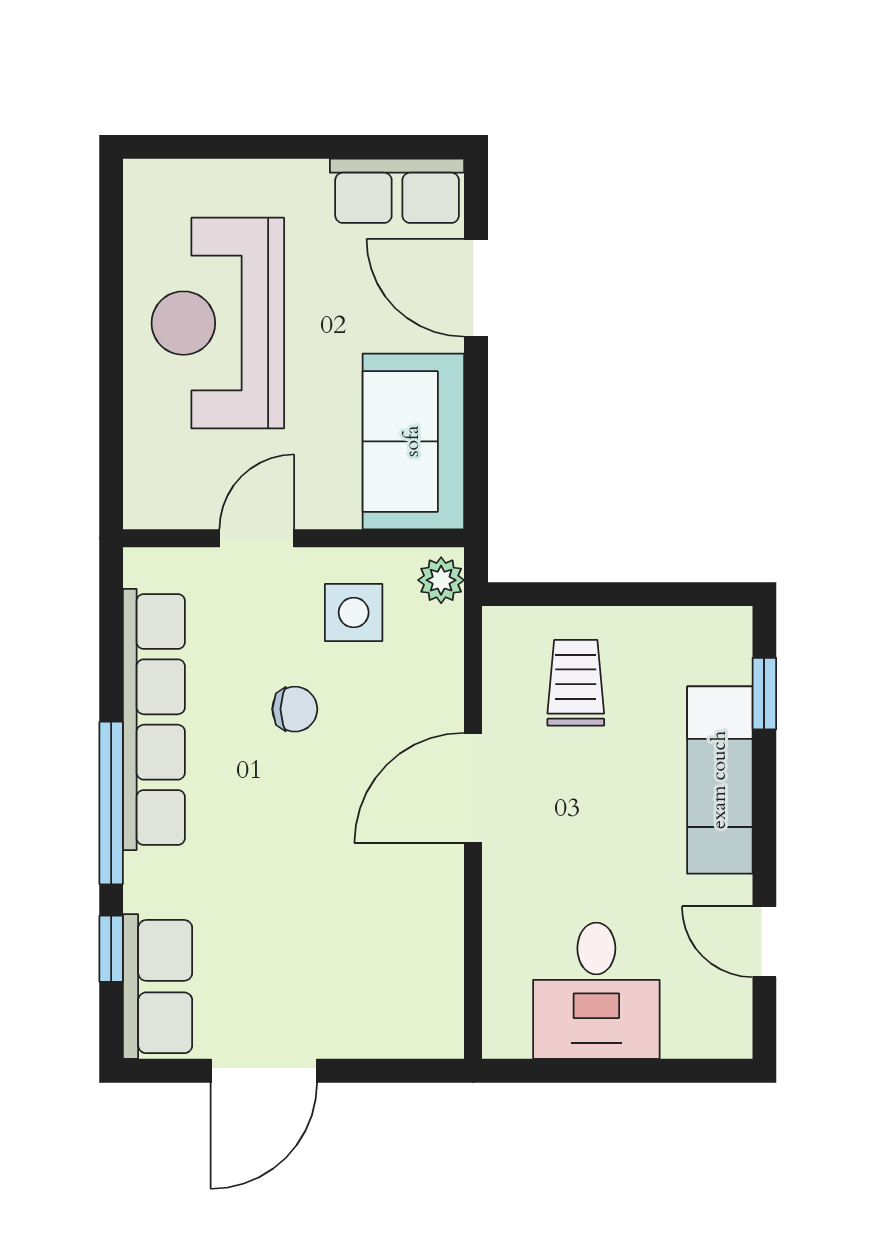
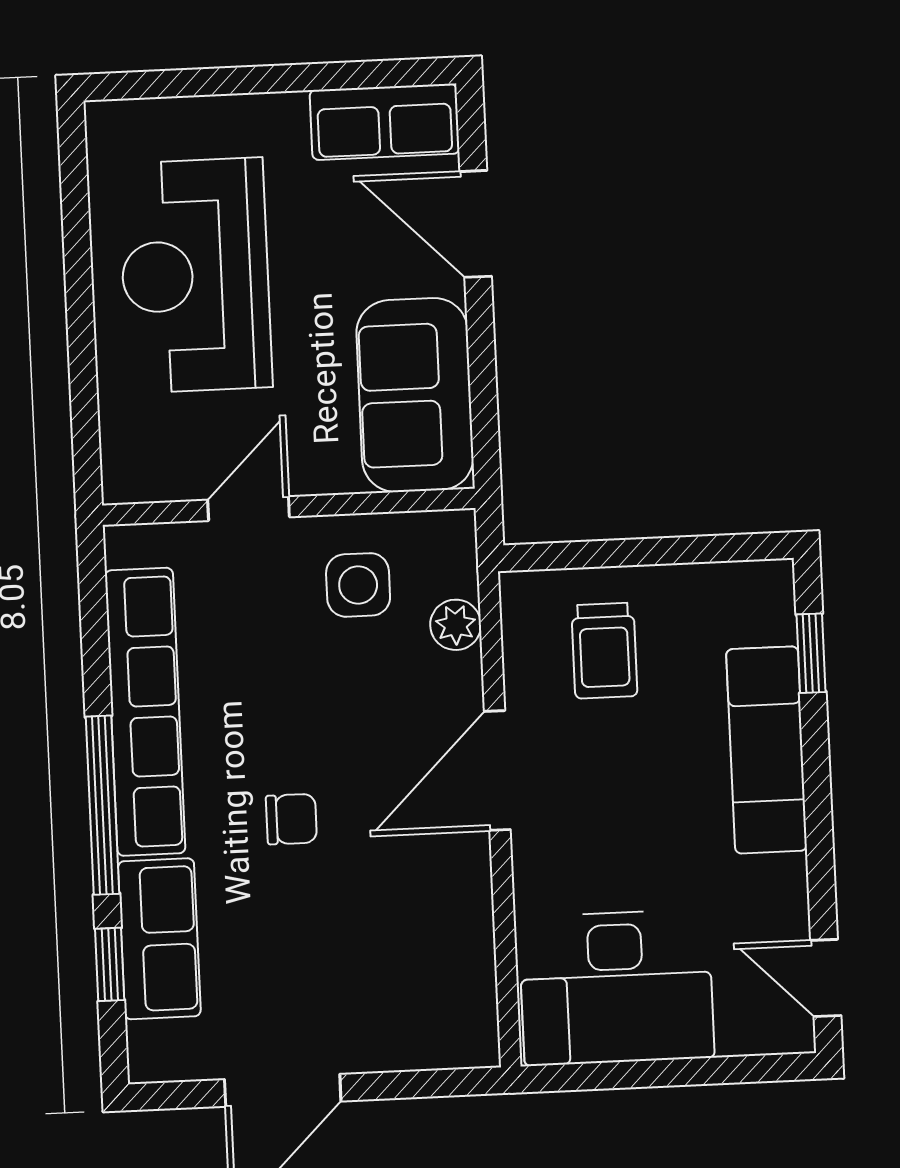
plant: (441, 580) -> (456, 625), moved
trolley: (576, 683) -> (604, 651), turned 180
chair: (295, 709) -> (291, 819), moved
door: (764, 942) -> (826, 978), moved
row of seats: (158, 987) -> (159, 939), moved
desk: (596, 991) -> (616, 988), width x1.37

